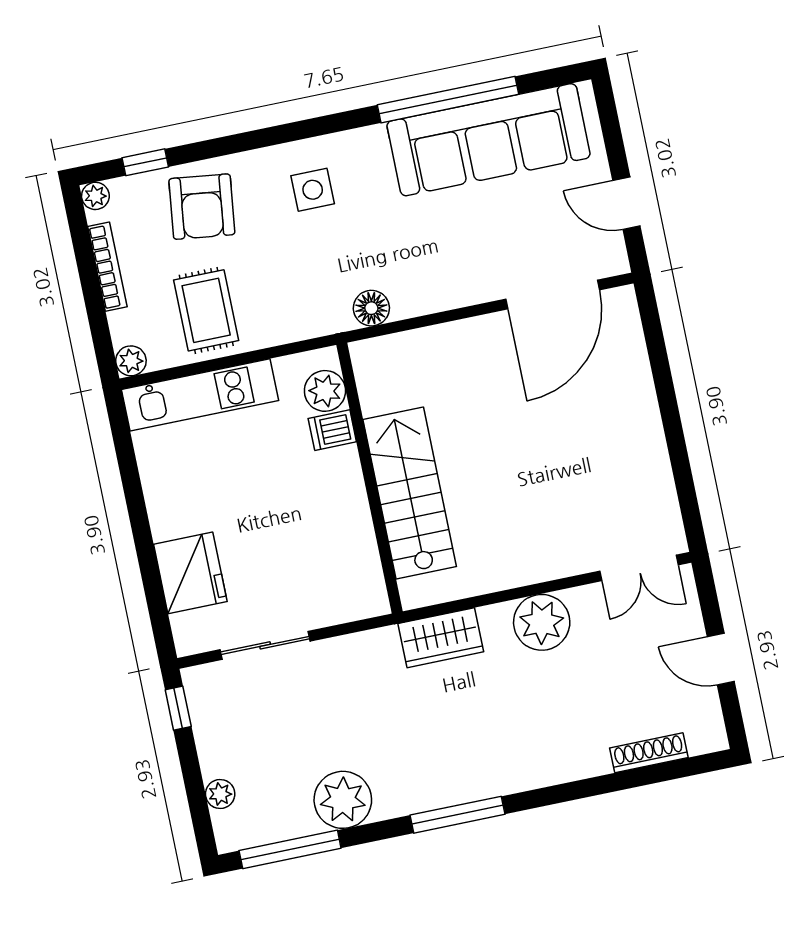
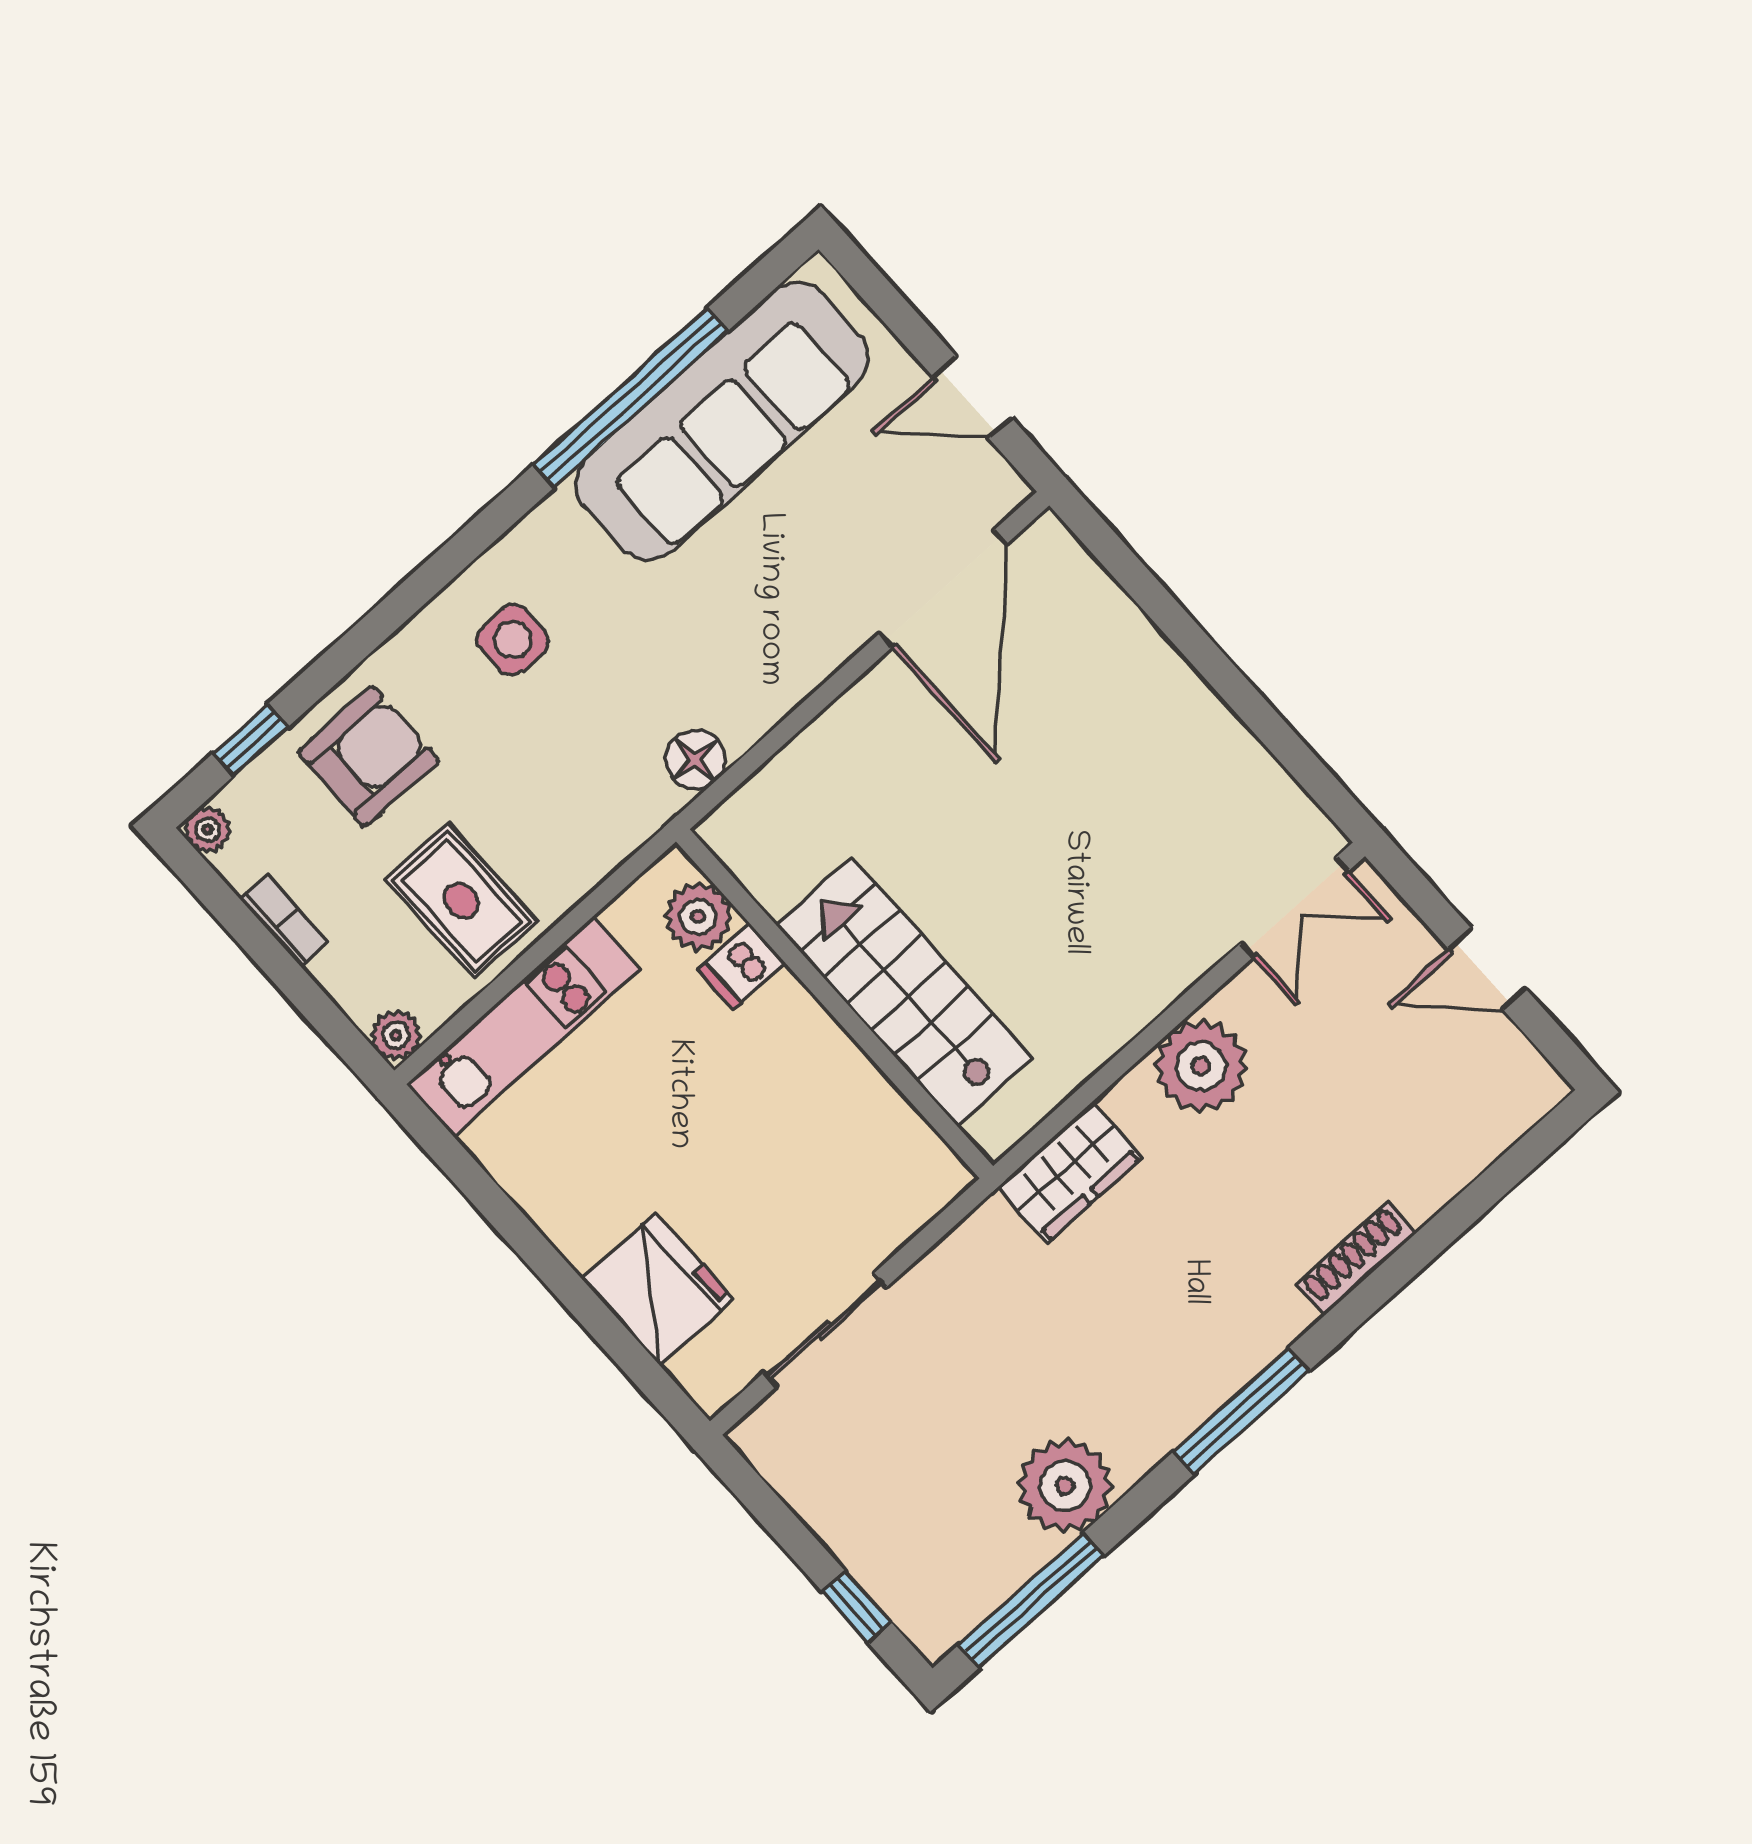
armchair: (202, 207) -> (369, 756), turned -97
bookcase: (107, 267) -> (284, 921), width x0.64
window: (178, 708) -> (857, 1607), moved
shoe rack: (649, 753) -> (1356, 1259), moved
plant: (220, 794) -> (885, 1580), removed

